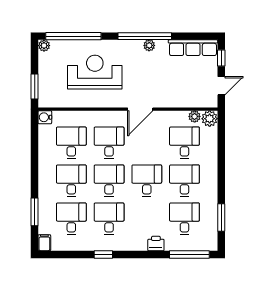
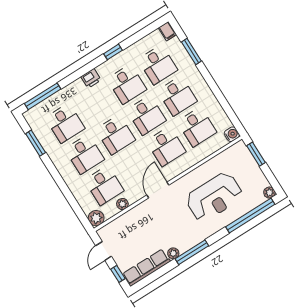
window: (145, 36) -> (192, 252), width x0.68
plant: (149, 45) -> (173, 253), moved
plant: (195, 116) -> (122, 204), moved
printer: (156, 244) -> (91, 78), moved

